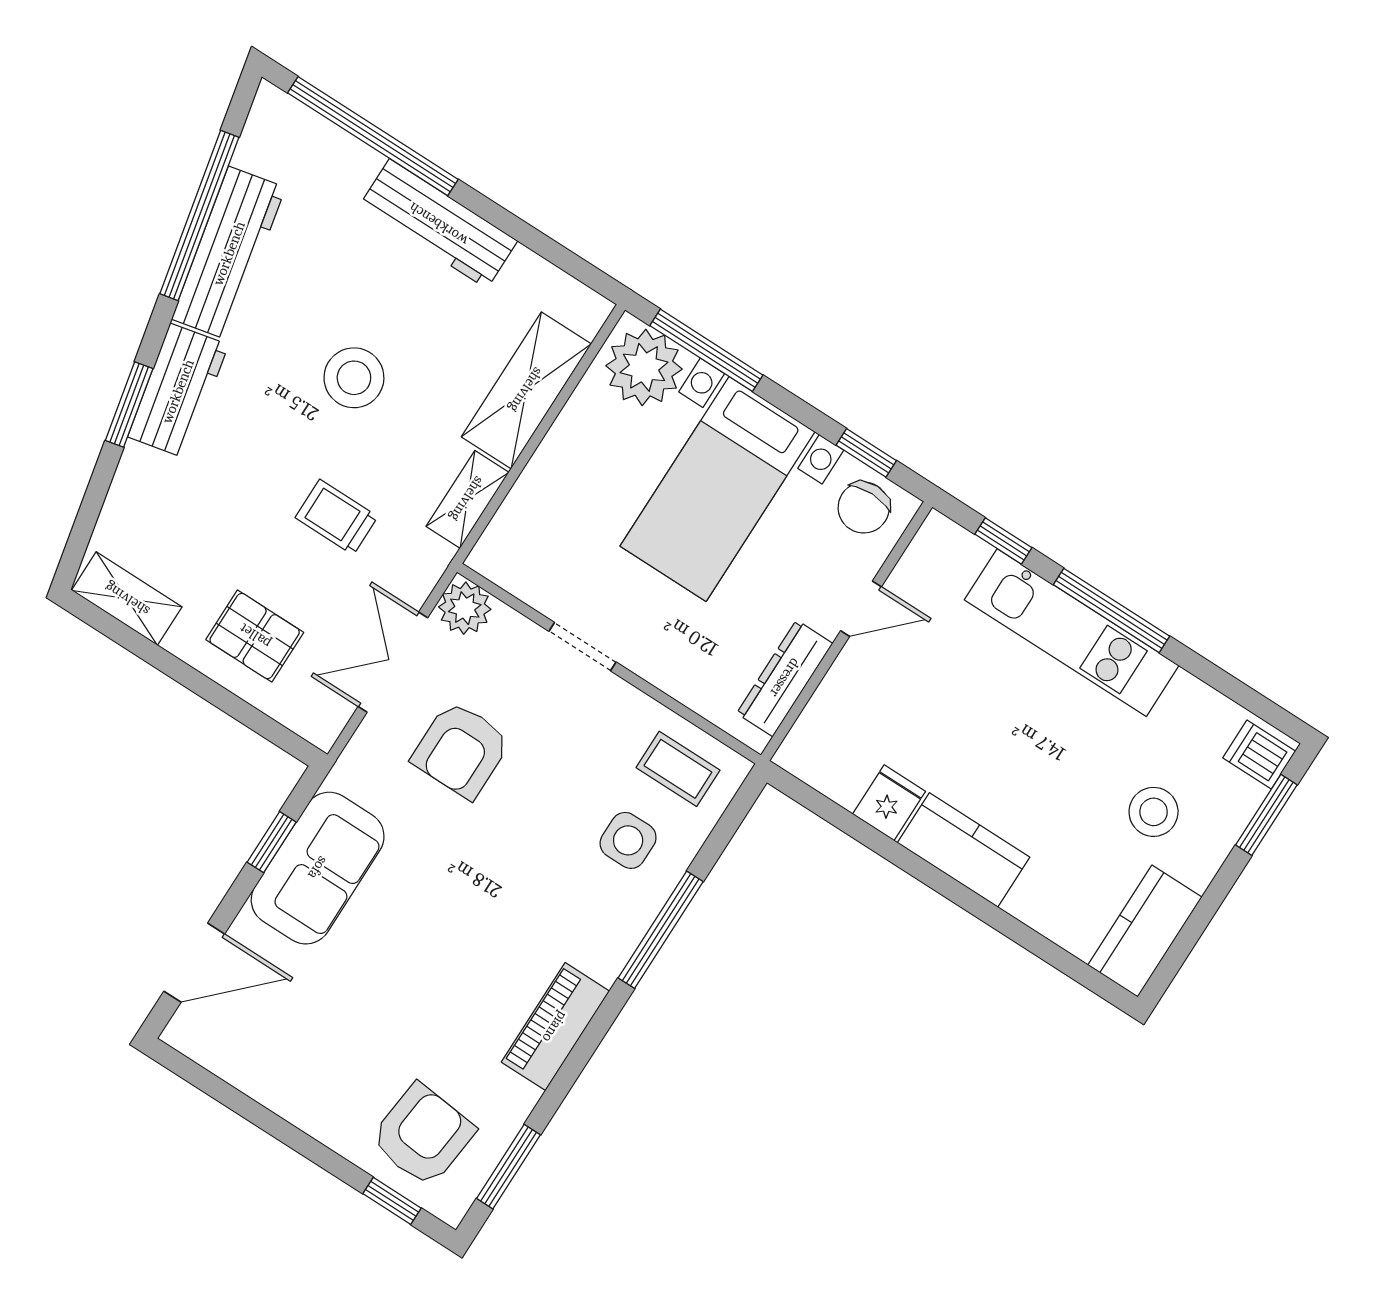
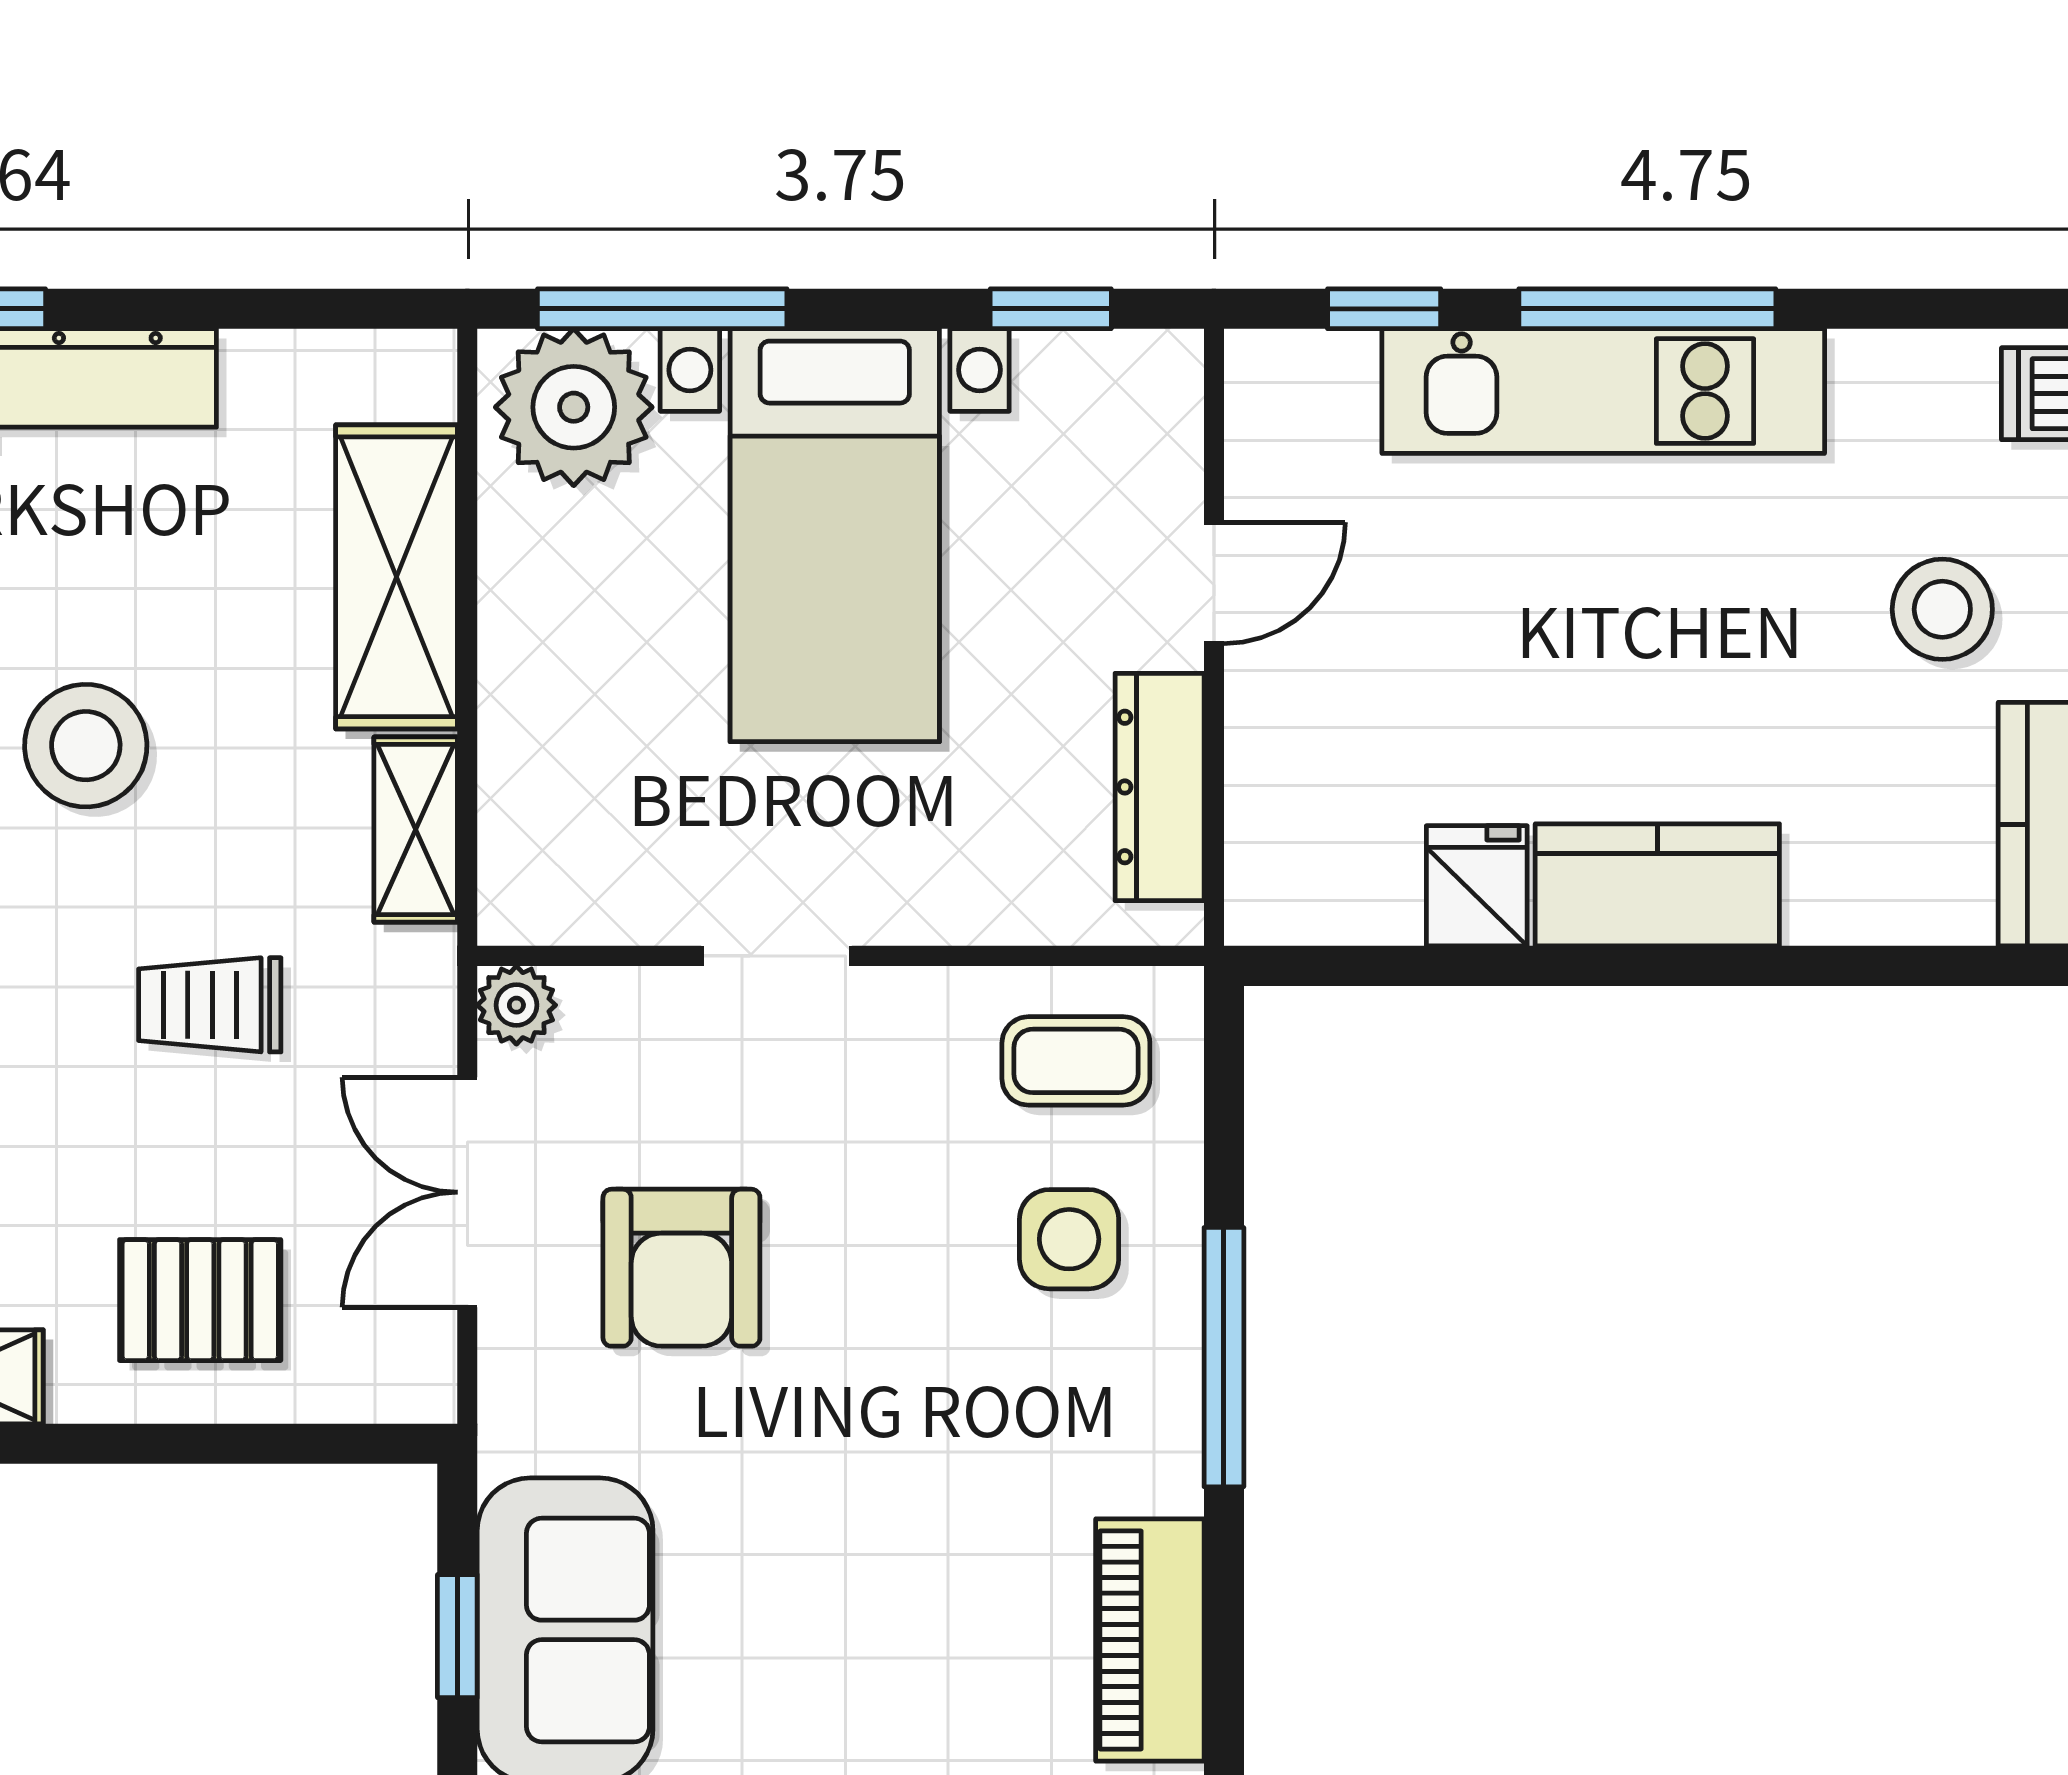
chair: (864, 508) -> (1107, 406), removed
plant: (465, 608) -> (516, 1005), width x0.73, depth x0.73

